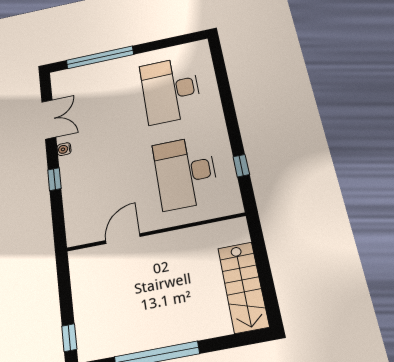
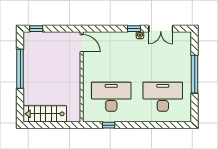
window: (100, 57) -> (195, 74), moved
window: (54, 179) -> (134, 29), moved
door: (123, 239) -> (82, 43), moved

